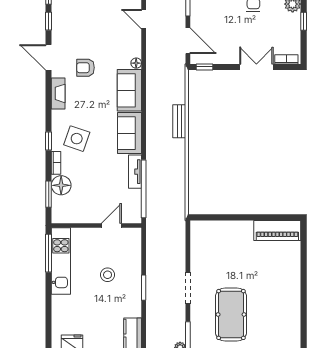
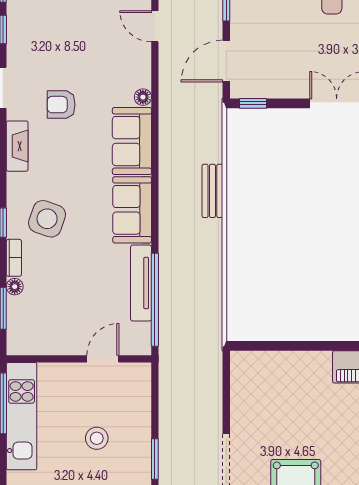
door: (188, 41) -> (226, 61), swing flipped
tv unit: (135, 172) -> (141, 283), width x1.41
floor lamp: (61, 185) -> (15, 287), width x0.53, depth x0.53

